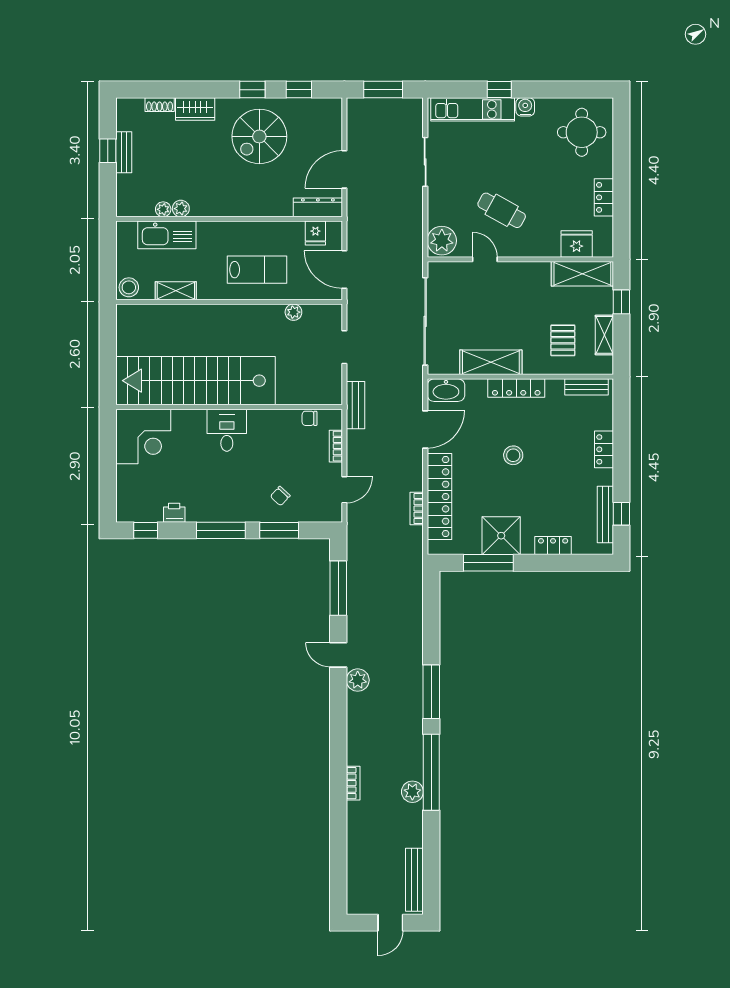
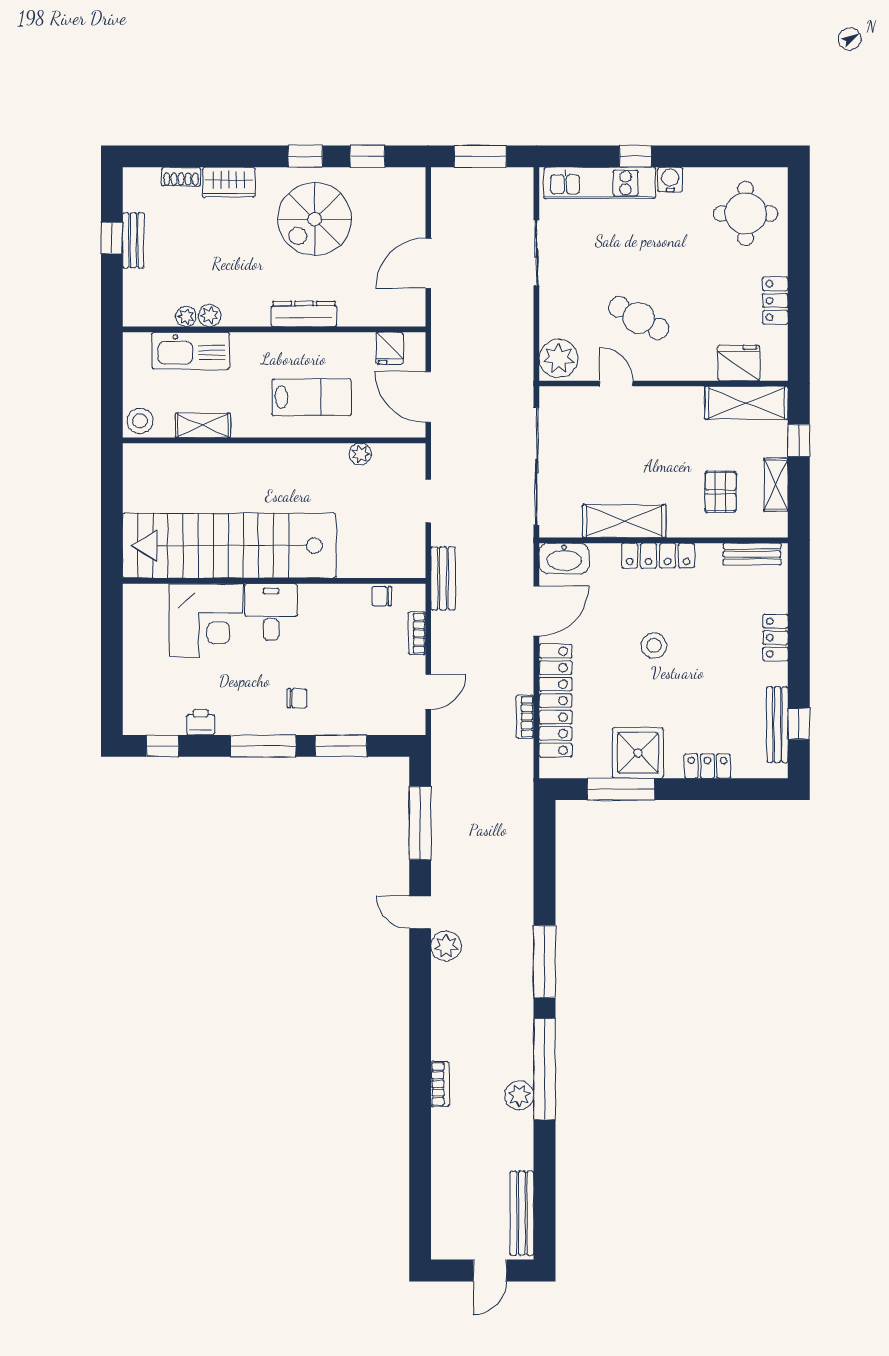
dresser: (318, 207) -> (304, 314), moved
corner desk: (143, 436) -> (206, 620), moved
chair: (280, 496) -> (297, 698), moved, turned -133

